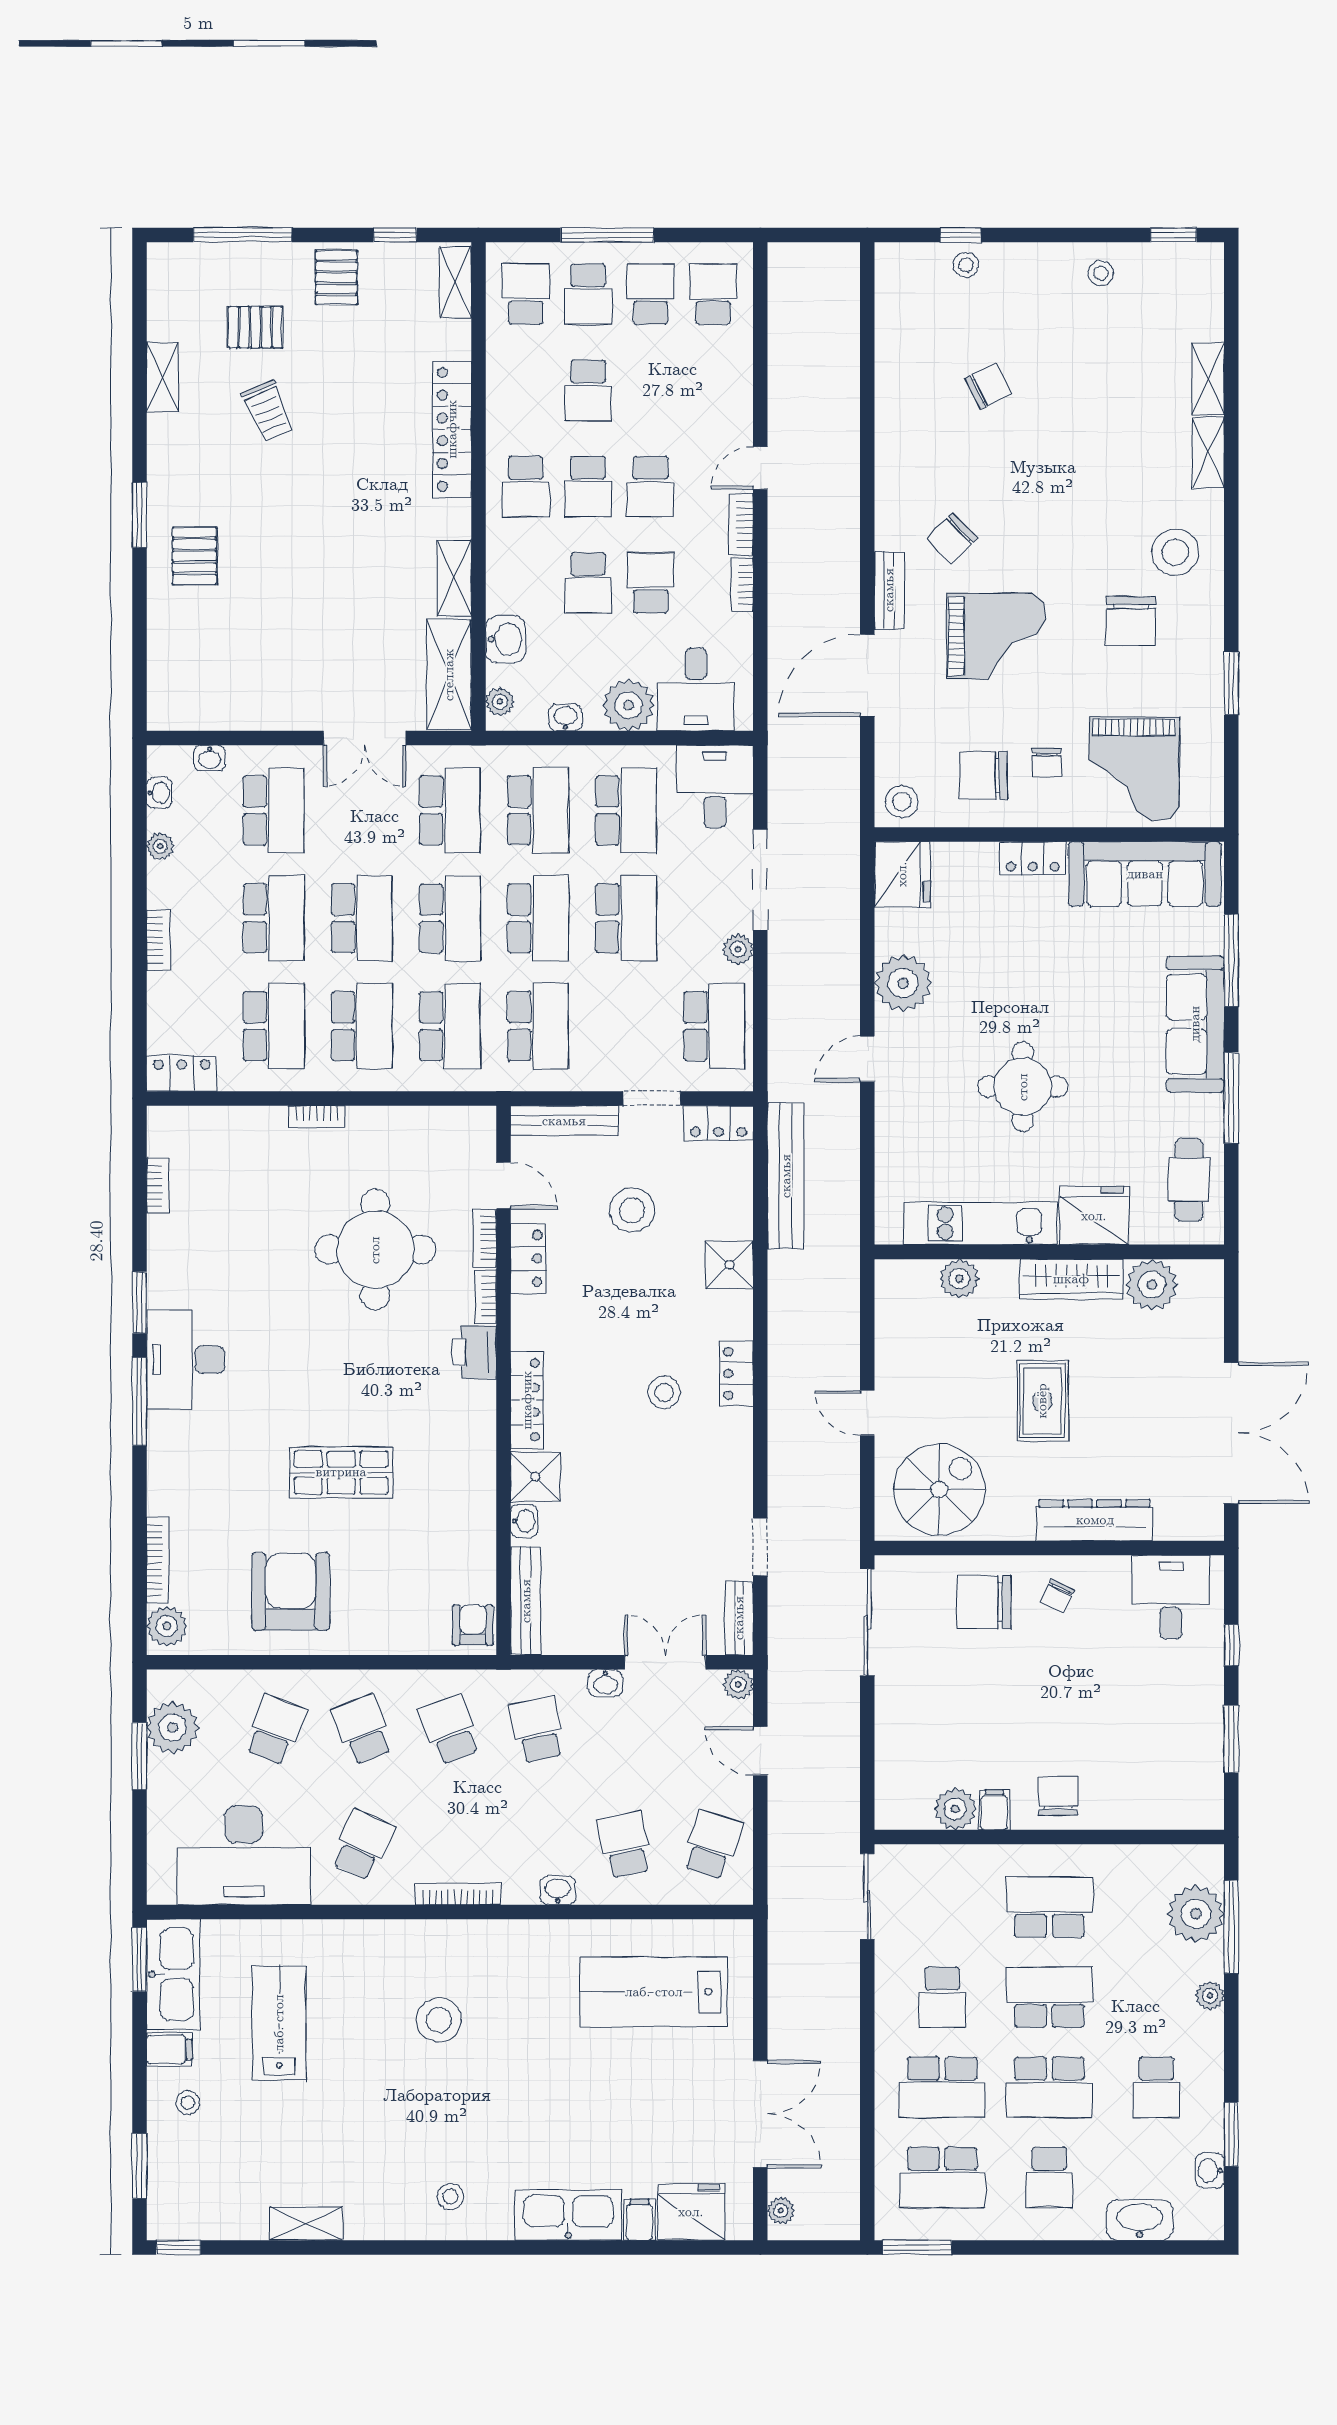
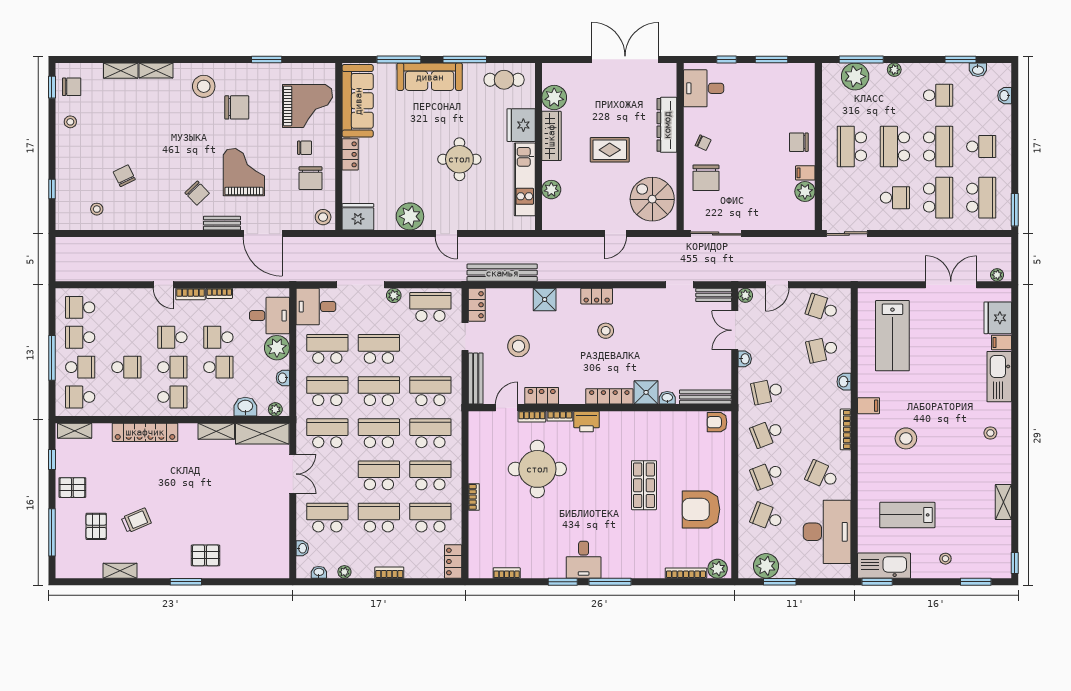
stool: (966, 265) -> (97, 209), moved
chair: (1174, 276) -> (72, 87), added
school desk: (651, 487) -> (172, 337), turned 180
desk: (186, 1360) -> (584, 560), width x0.73
filing cabinet: (169, 2049) -> (869, 406), moved, turned 90
washbasin: (1140, 2220) -> (1005, 96), width x0.52, depth x0.69

